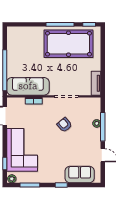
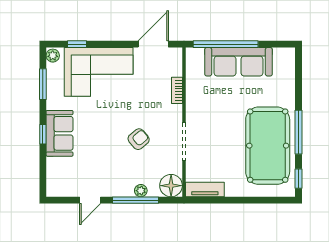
sofa: (28, 86) -> (238, 62), moved, turned 90
floor lamp: (94, 104) -> (171, 186), added
sofa: (80, 175) -> (60, 133), moved

